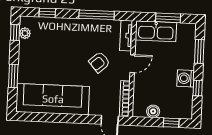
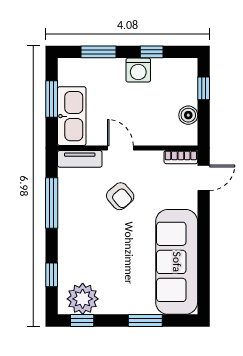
plant: (25, 33) -> (83, 299), width x1.88, depth x1.88
bookcase: (125, 99) -> (181, 157), width x0.64

